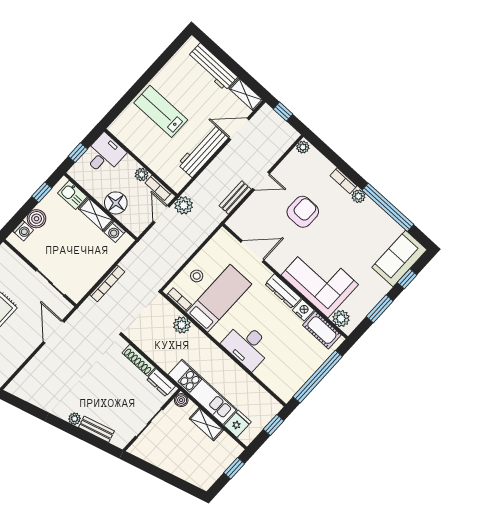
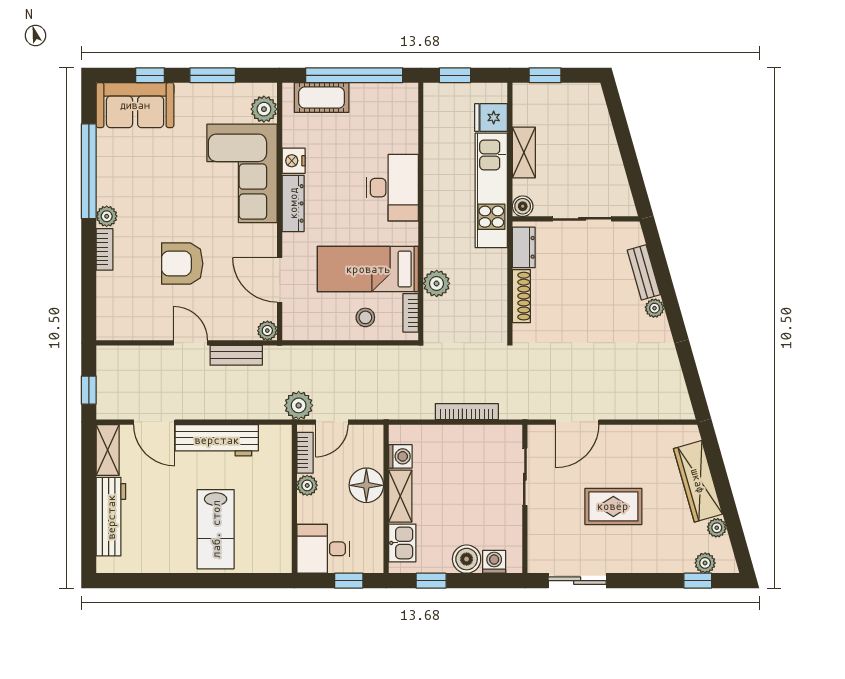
plant: (303, 147) -> (267, 331), moved
cot: (322, 330) -> (322, 98), moved, turned 90

